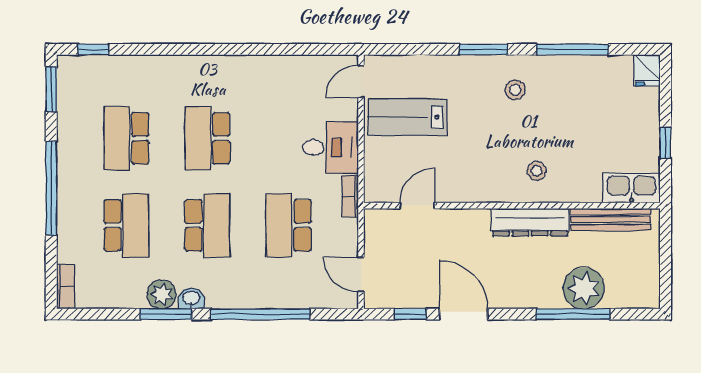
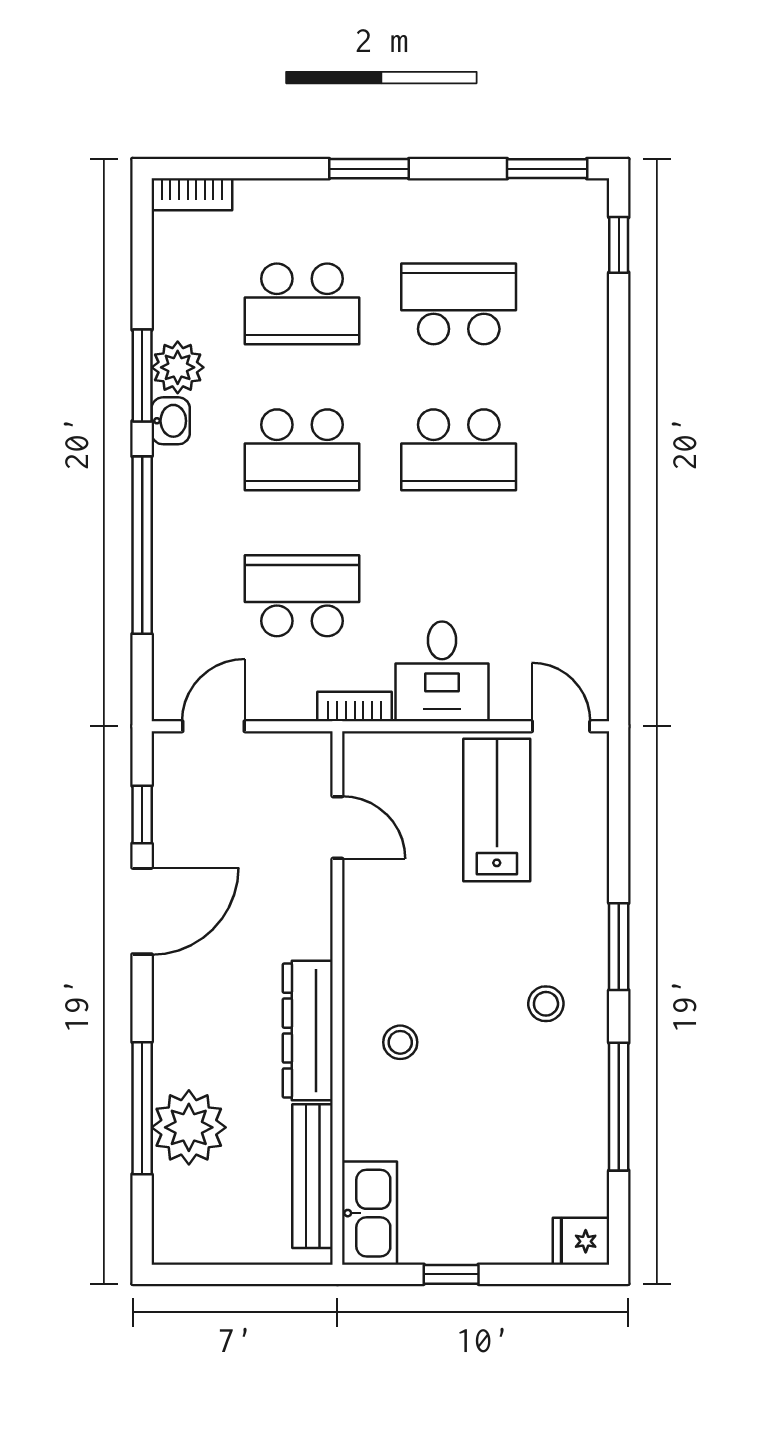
school desk: (207, 138) -> (459, 450), turned 180
window: (51, 188) -> (369, 169), width x0.47

